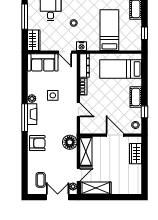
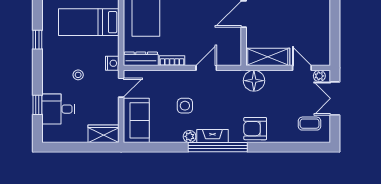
window: (25, 17) -> (69, 147), removed
window: (25, 118) -> (218, 147), width x1.46
armchair: (37, 143) -> (255, 129), turned -90
shelving: (96, 188) -> (321, 42), removed

